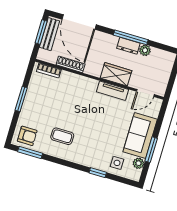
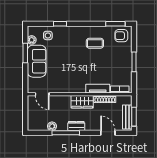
door: (79, 22) -> (108, 133), width x0.53
dresser: (128, 46) -> (76, 126), moved
wardrobe: (116, 74) -> (82, 102), moved
tv unit: (113, 91) -> (98, 89), moved
door: (145, 93) -> (42, 94), swing flipped

